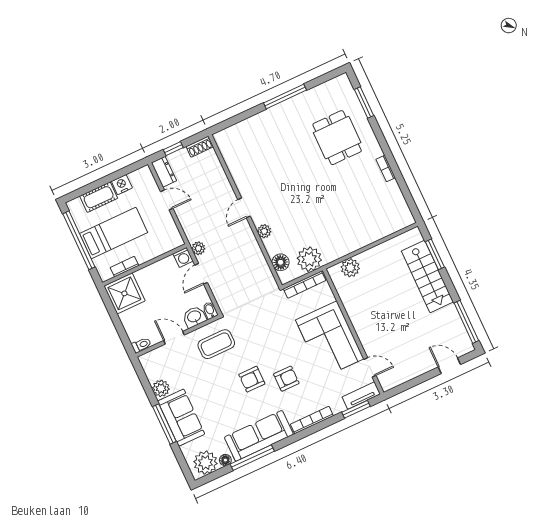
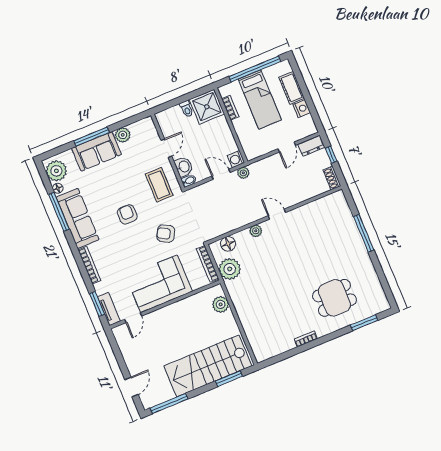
window: (285, 97) -> (364, 233), moved
stairs: (427, 276) -> (208, 366), width x1.36, depth x1.51
toilet: (141, 345) -> (187, 109), moved
armchair: (286, 379) -> (166, 234), moved, turned 118

